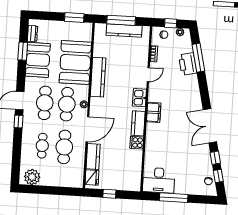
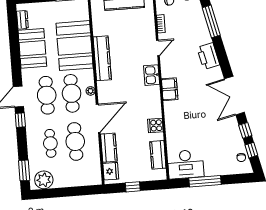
window: (23, 51) -> (24, 170), moved
printer: (188, 64) -> (208, 56), moved
kitchen counter: (138, 123) -> (158, 155), moved

